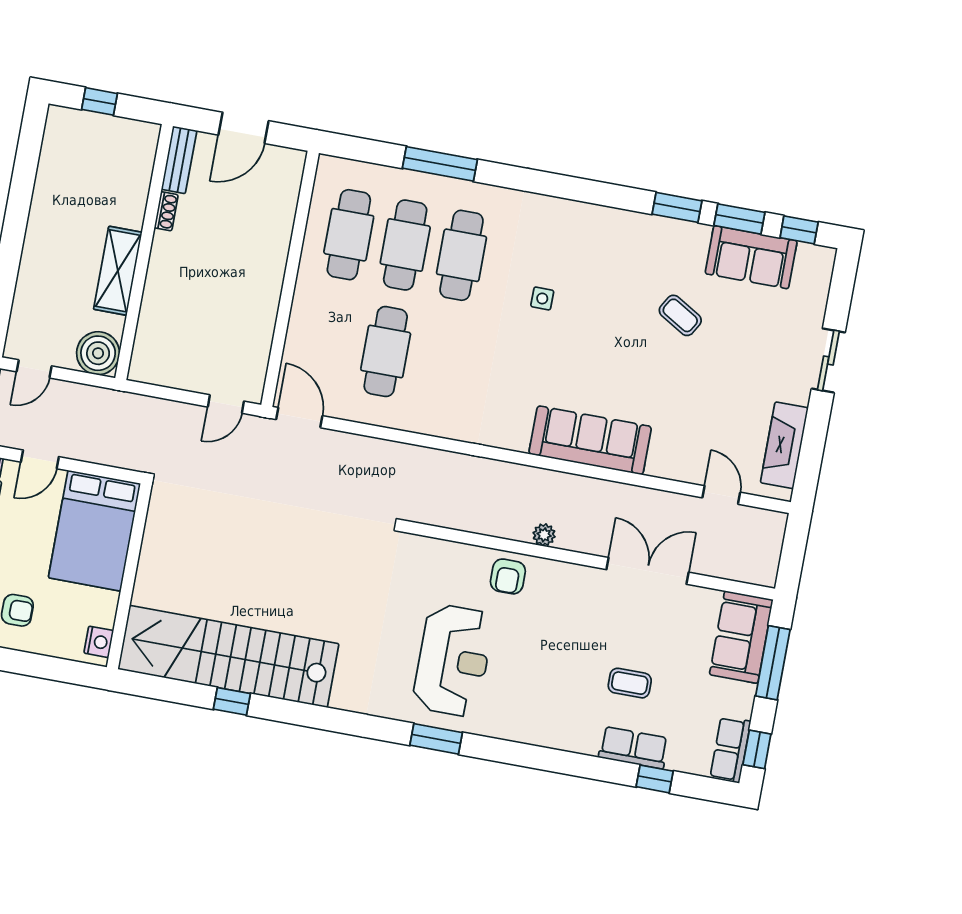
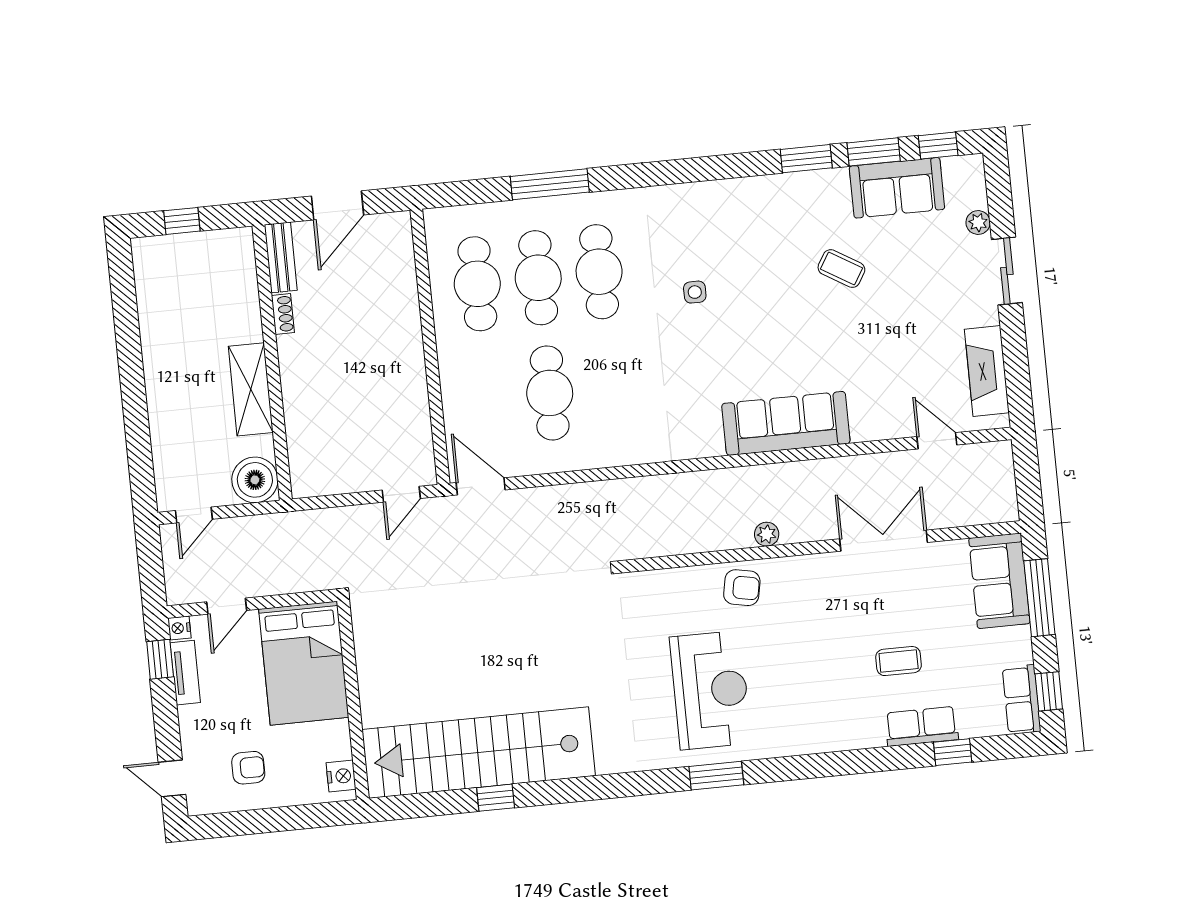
plant: (815, 309) -> (978, 222), added
armchair: (508, 576) -> (742, 588), turned -79

